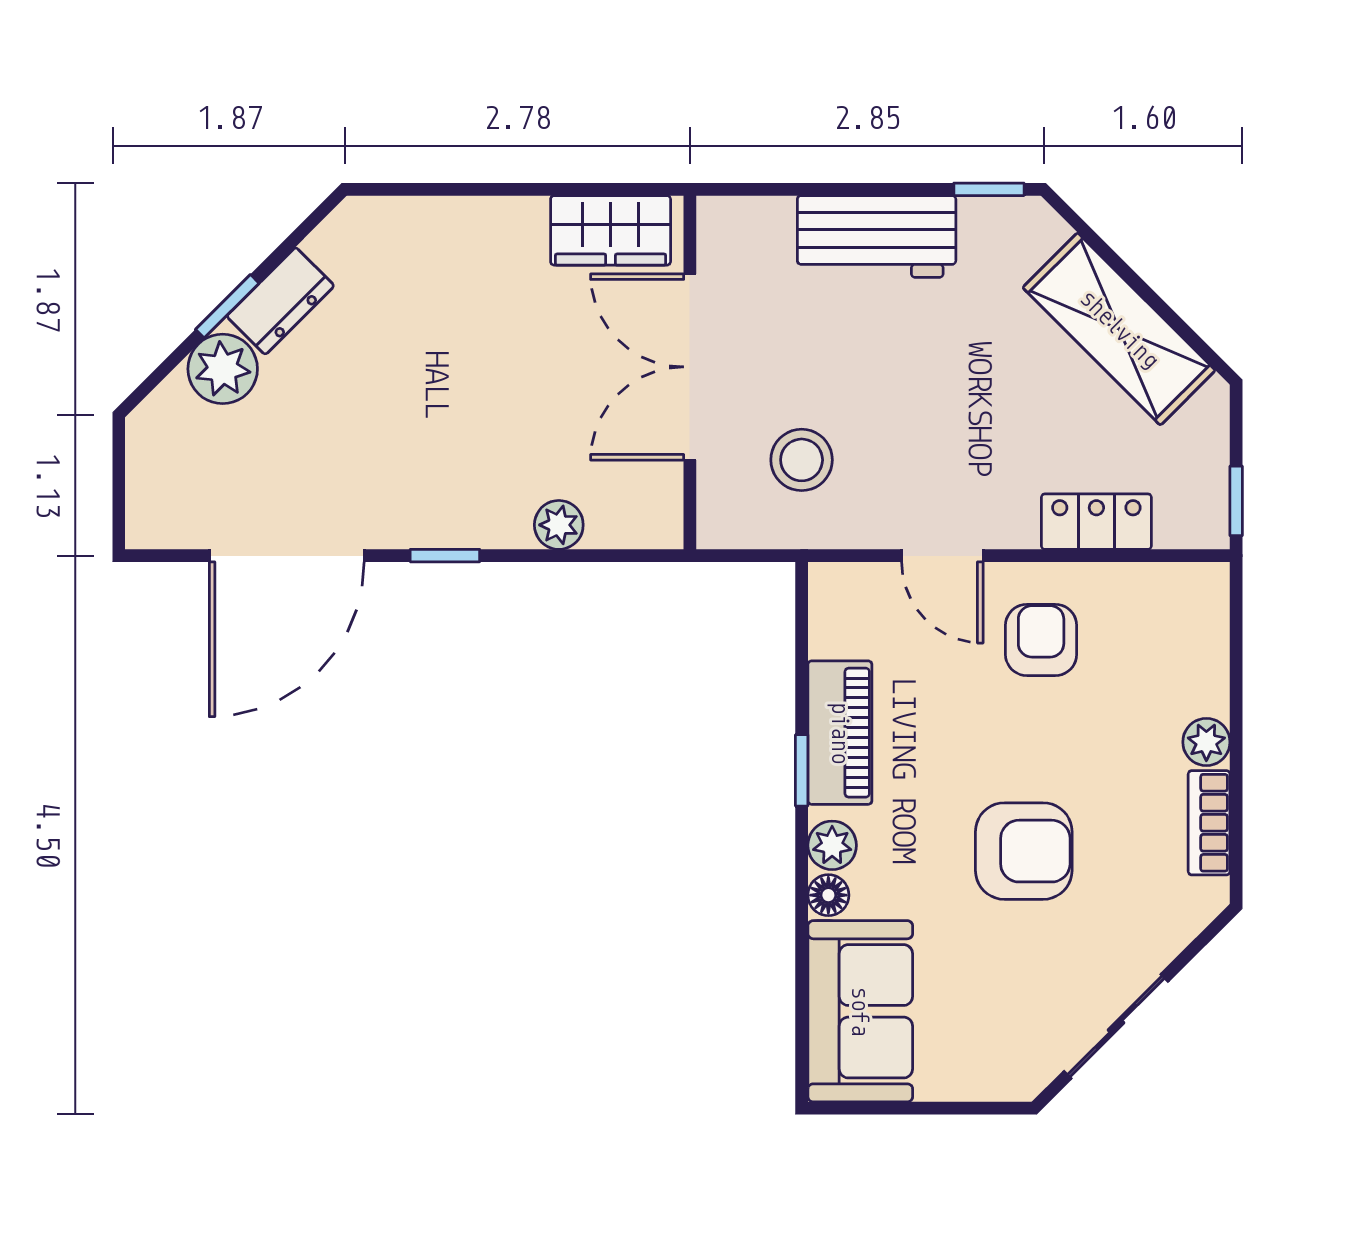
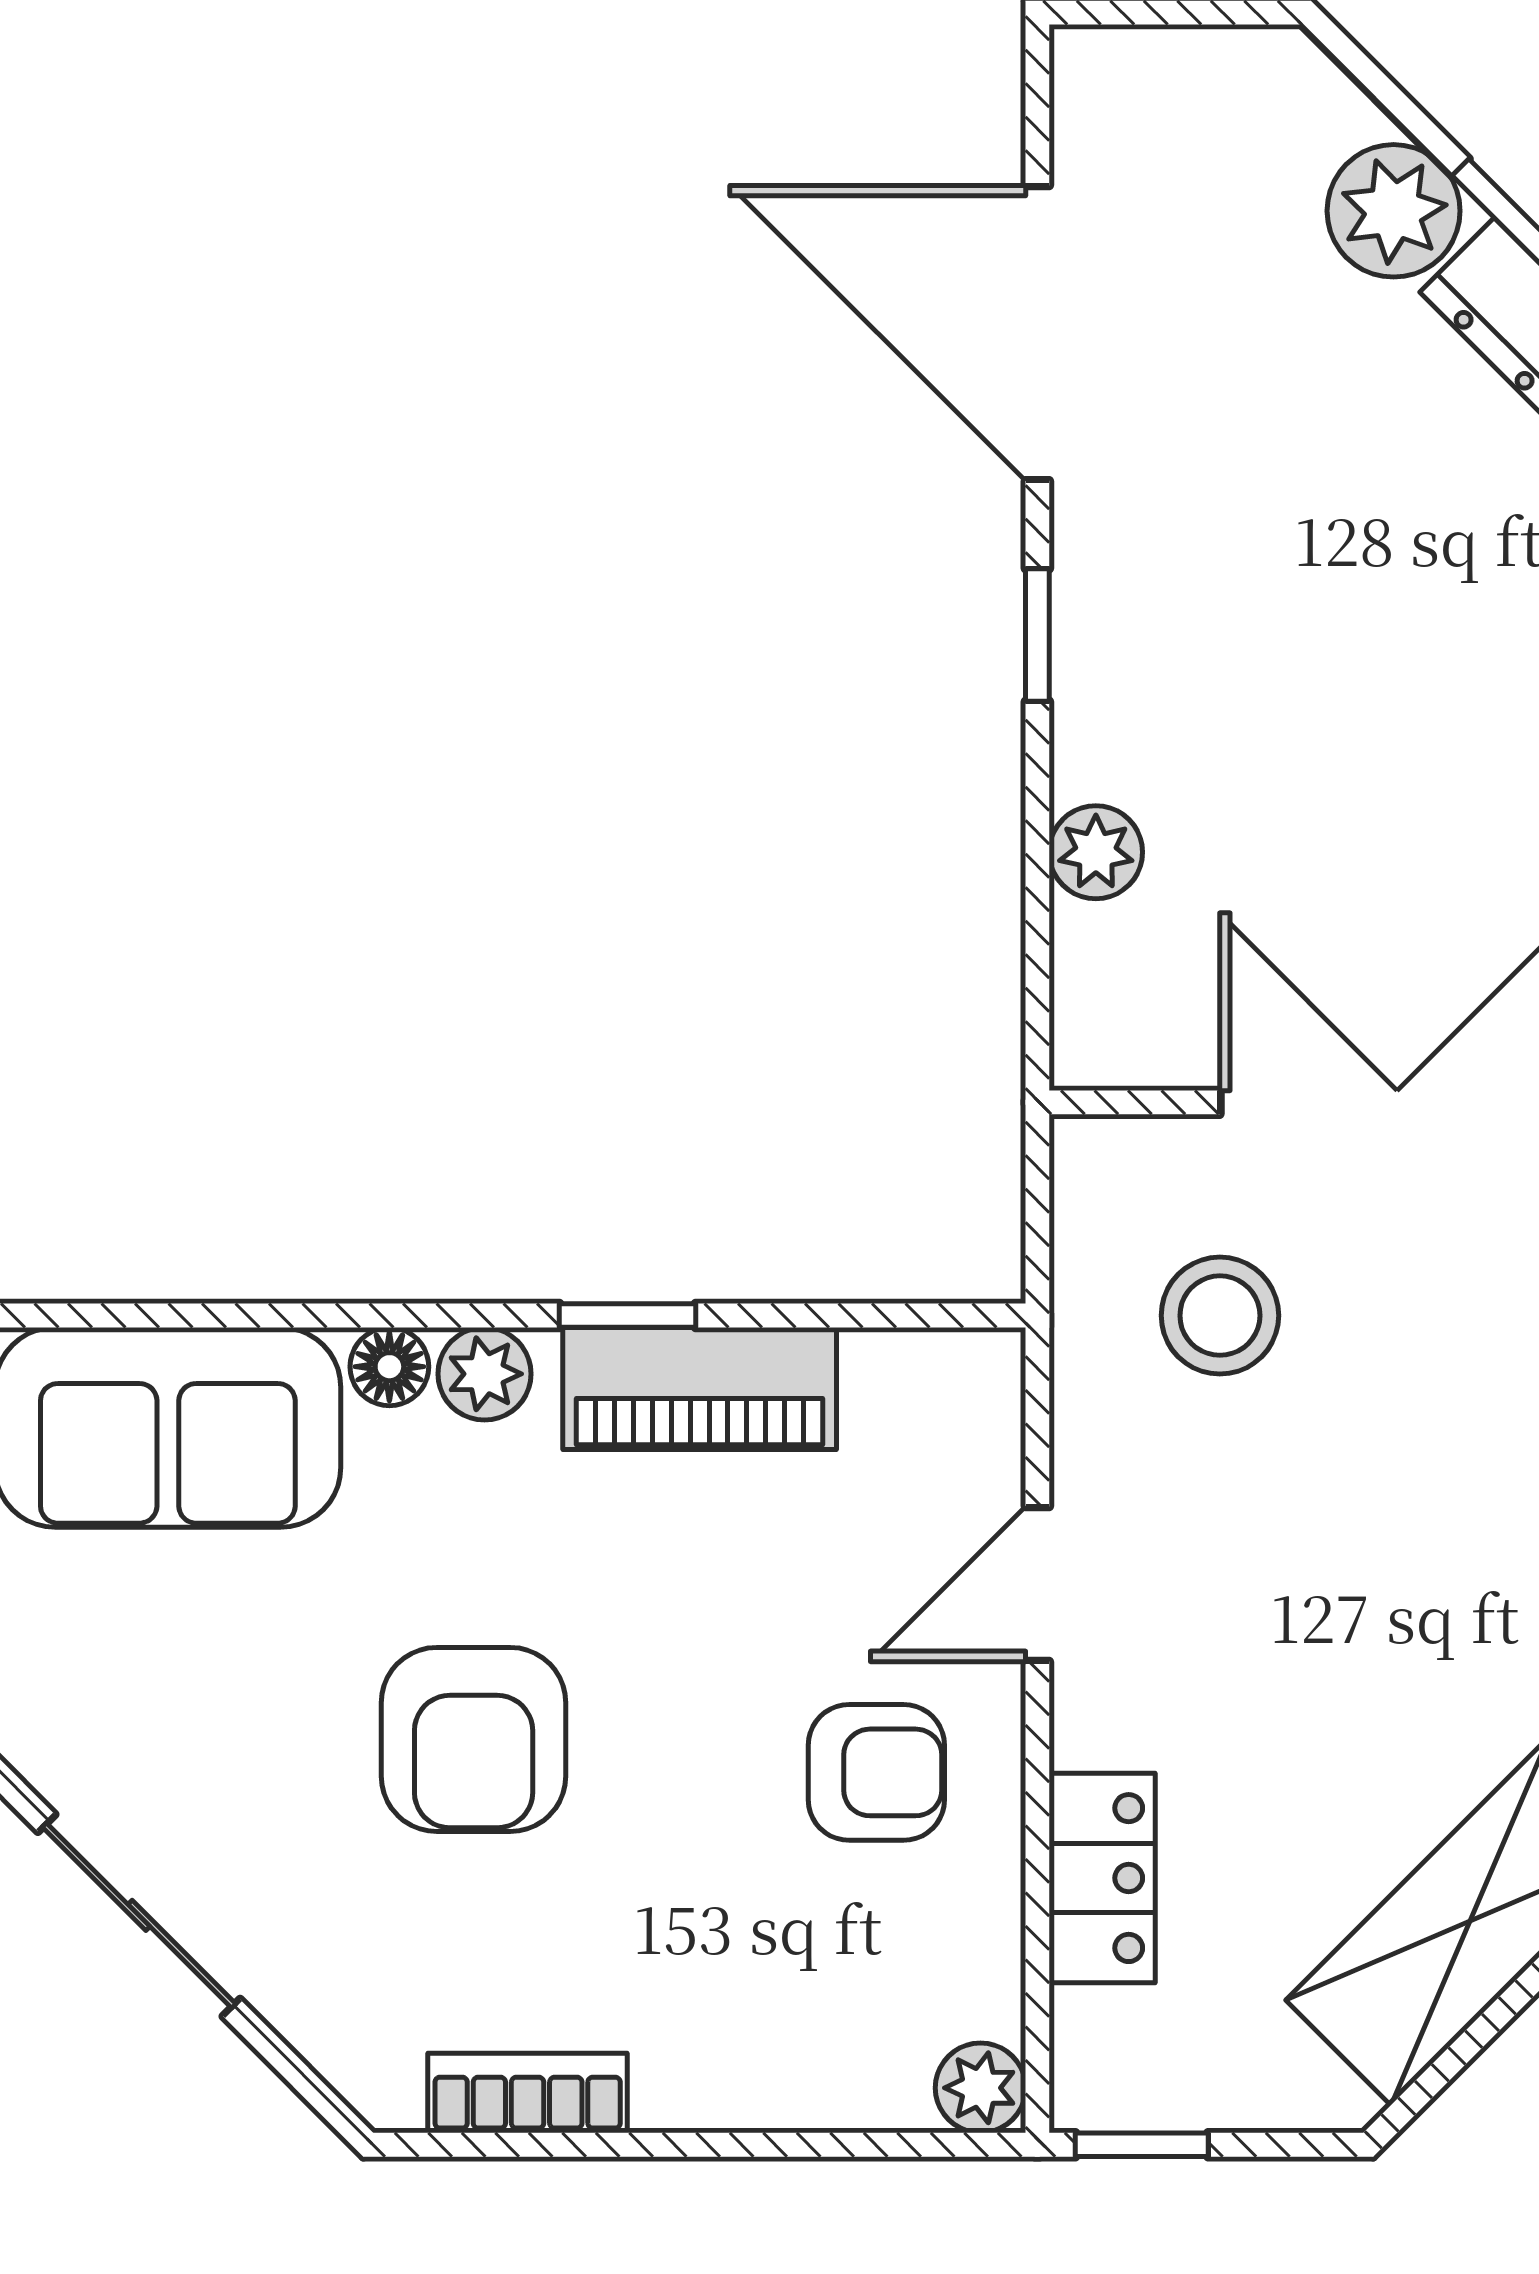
plant: (1206, 742) -> (980, 2088), moved

